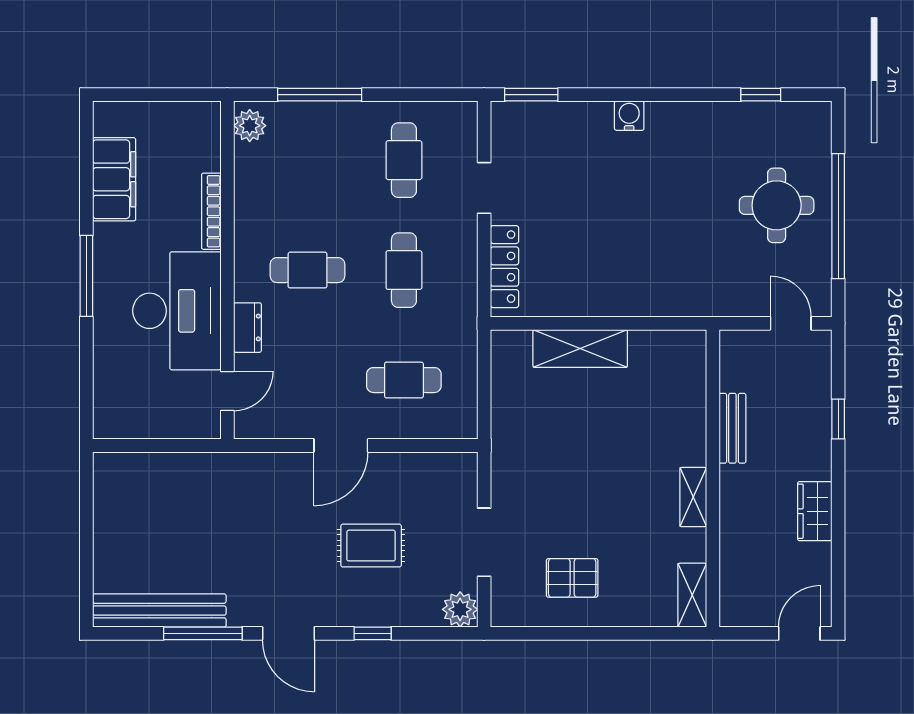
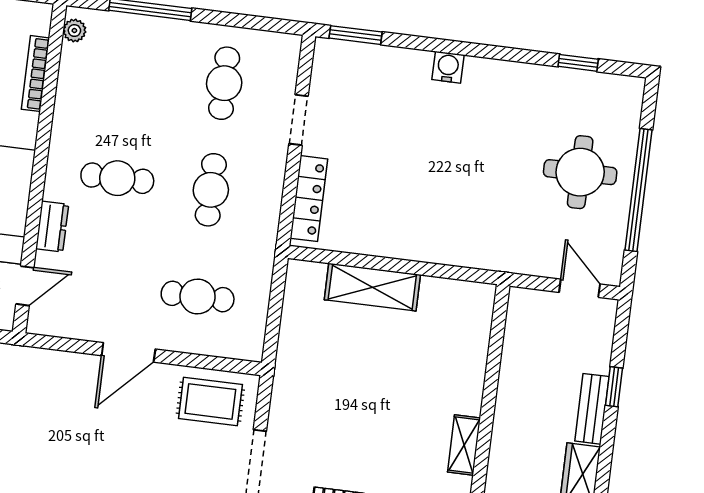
plant: (250, 126) -> (74, 31), width x0.73, depth x0.73
bookcase: (211, 211) -> (36, 74), moved
bench: (732, 428) -> (592, 409), moved
rug: (371, 546) -> (210, 401), moved

